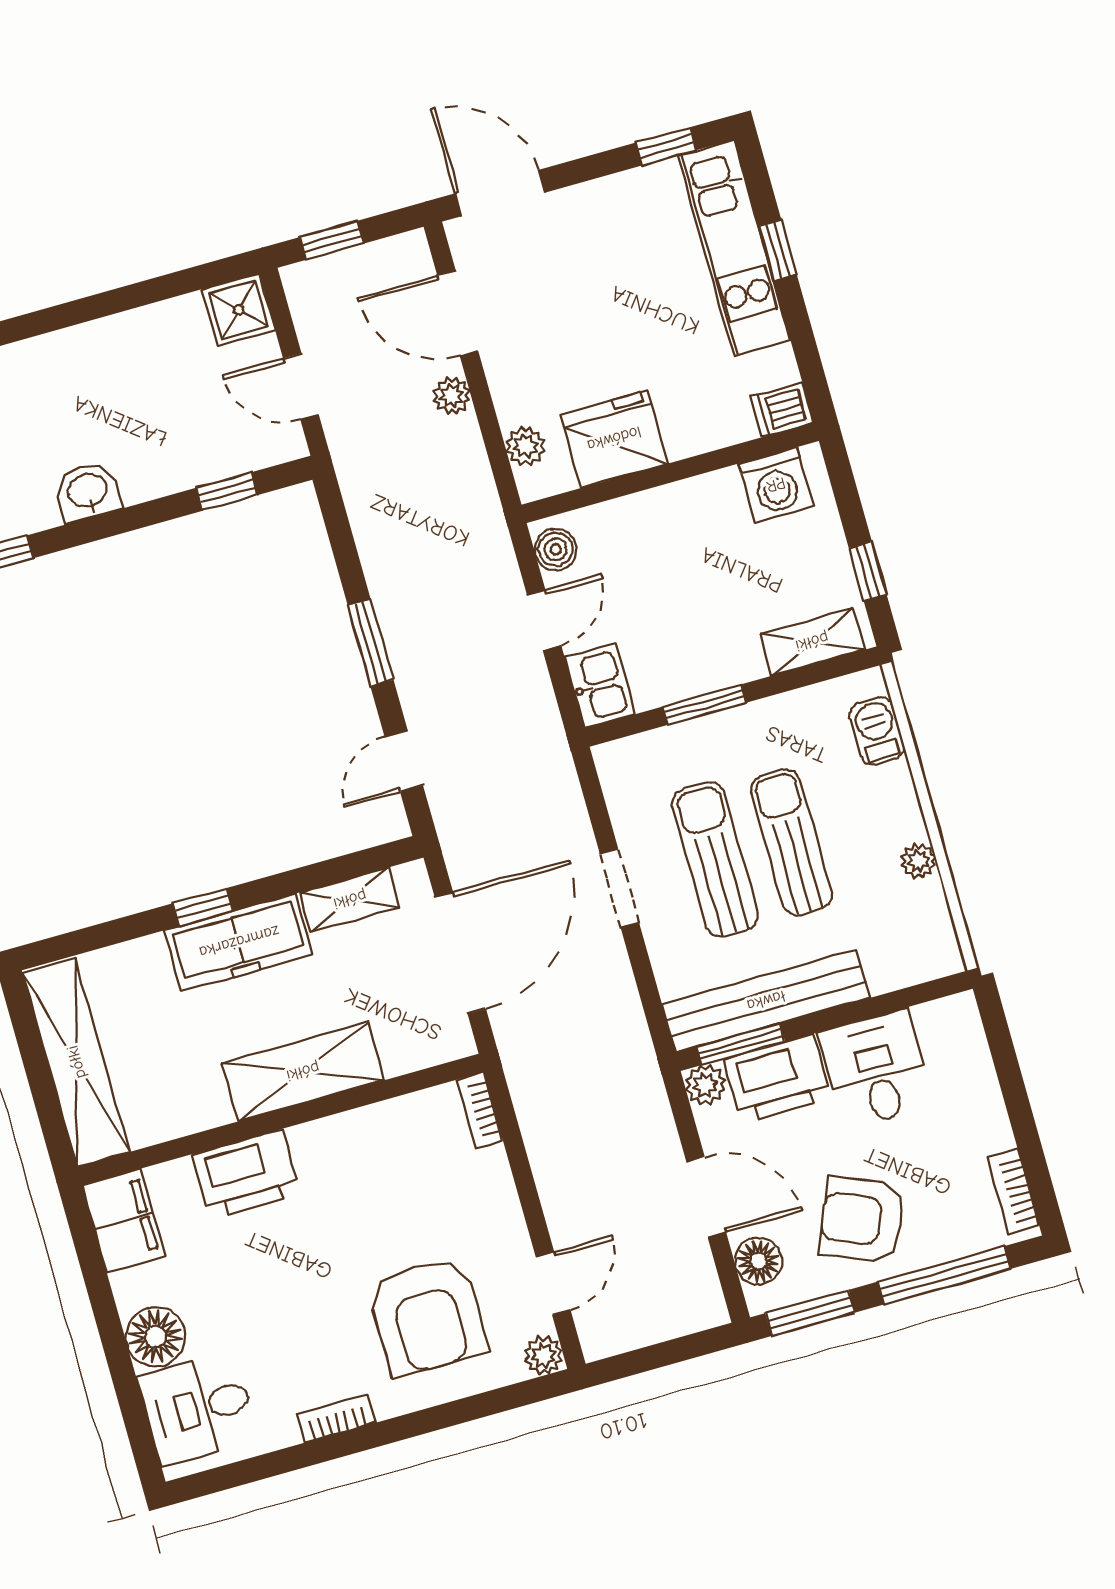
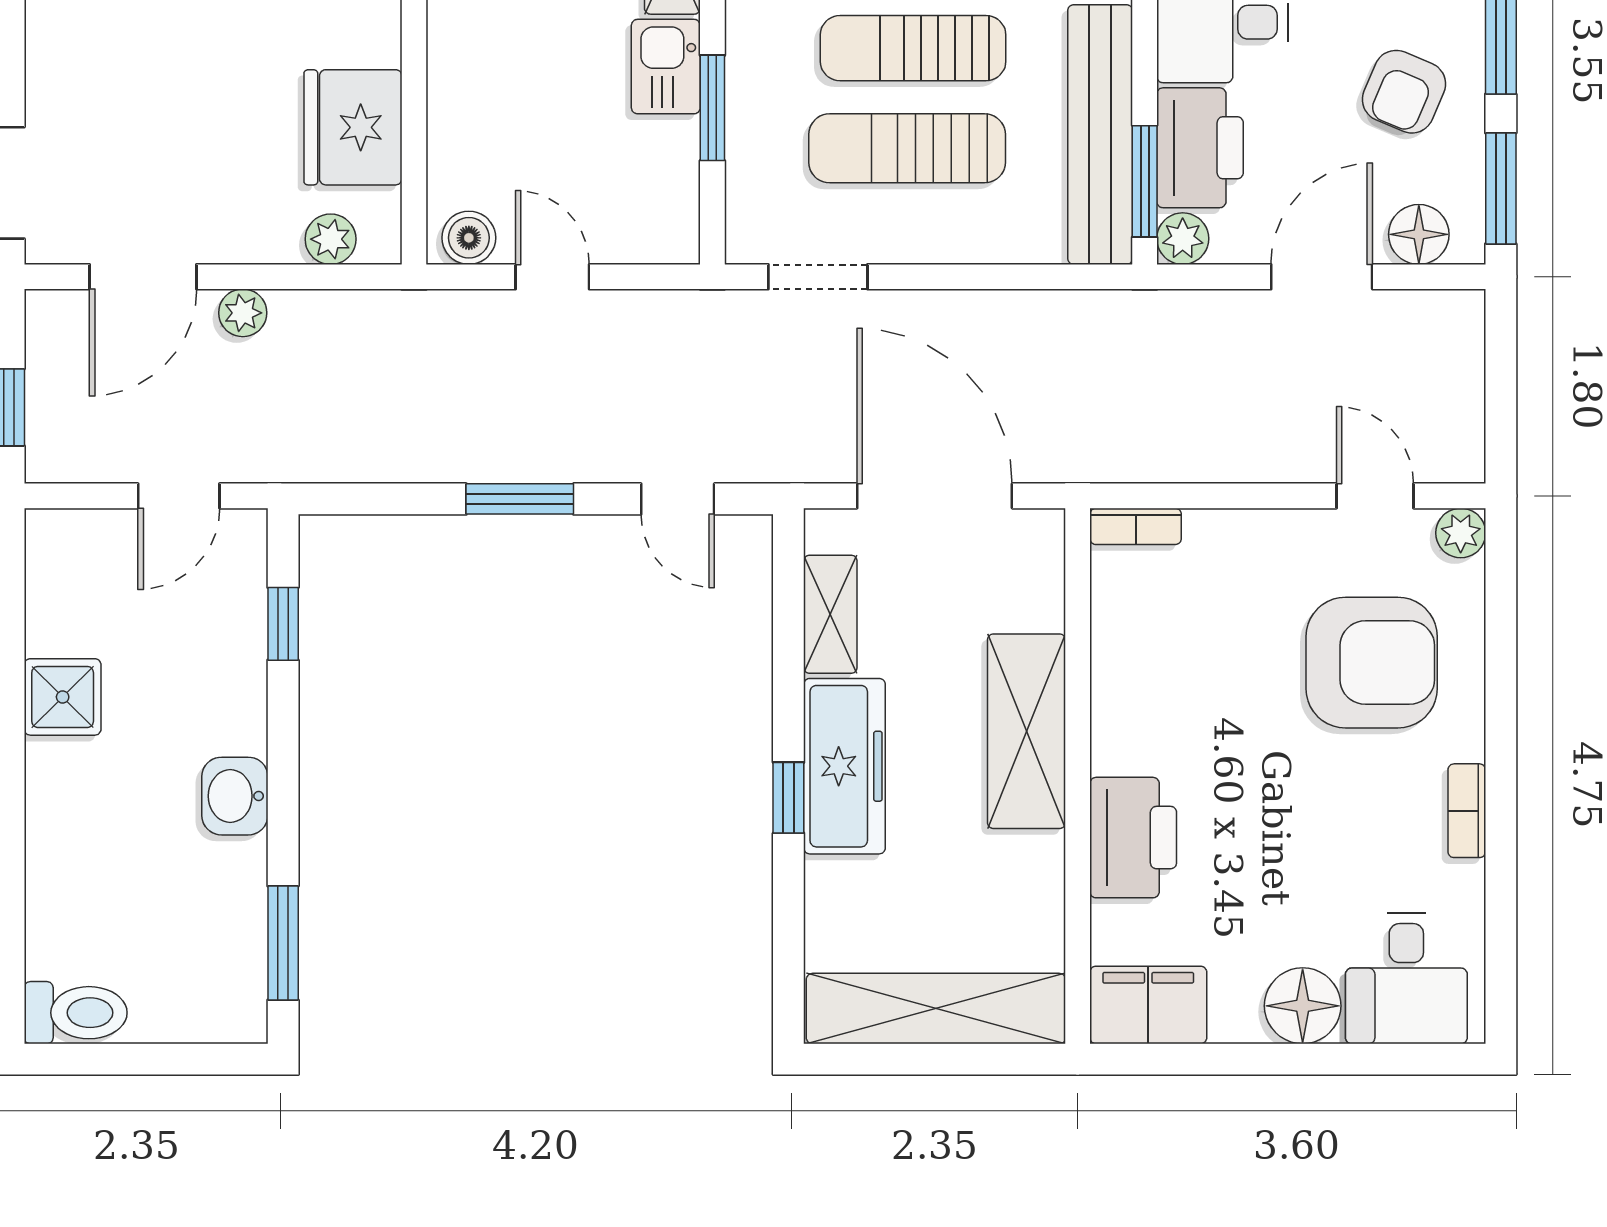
shower: (239, 310) -> (63, 697), moved
kitchen sink: (600, 686) -> (666, 67), moved, turned -90
doorway: (619, 888) -> (818, 277), moved
armchair: (862, 1220) -> (1404, 92), width x0.72, depth x0.72

